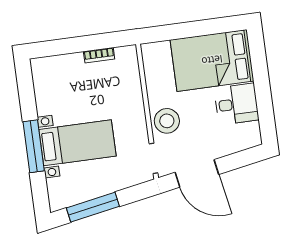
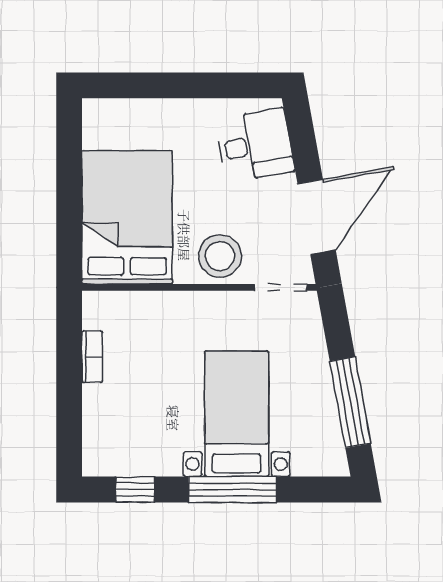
bed: (212, 60) -> (127, 217), moved, turned 180
window: (26, 90) -> (135, 490), added
desk: (236, 104) -> (255, 145), moved, turned 80

